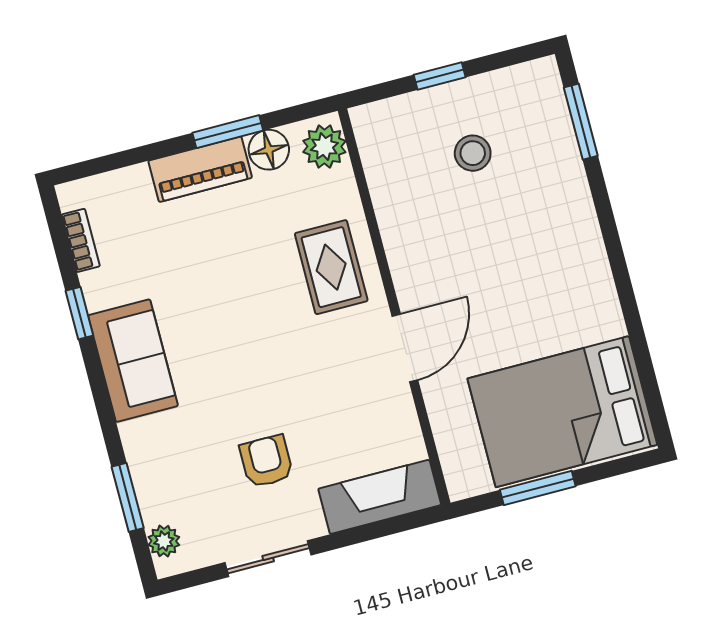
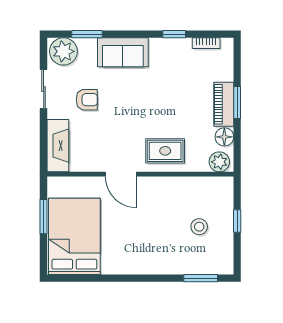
window: (228, 132) -> (237, 102), moved
sofa: (133, 361) -> (123, 52), moved
plant: (164, 541) -> (63, 51), width x1.87, depth x1.87

